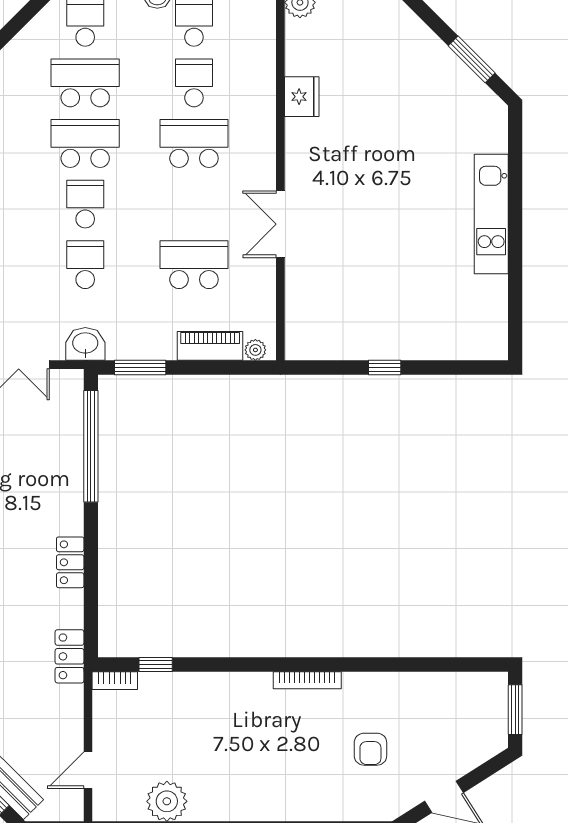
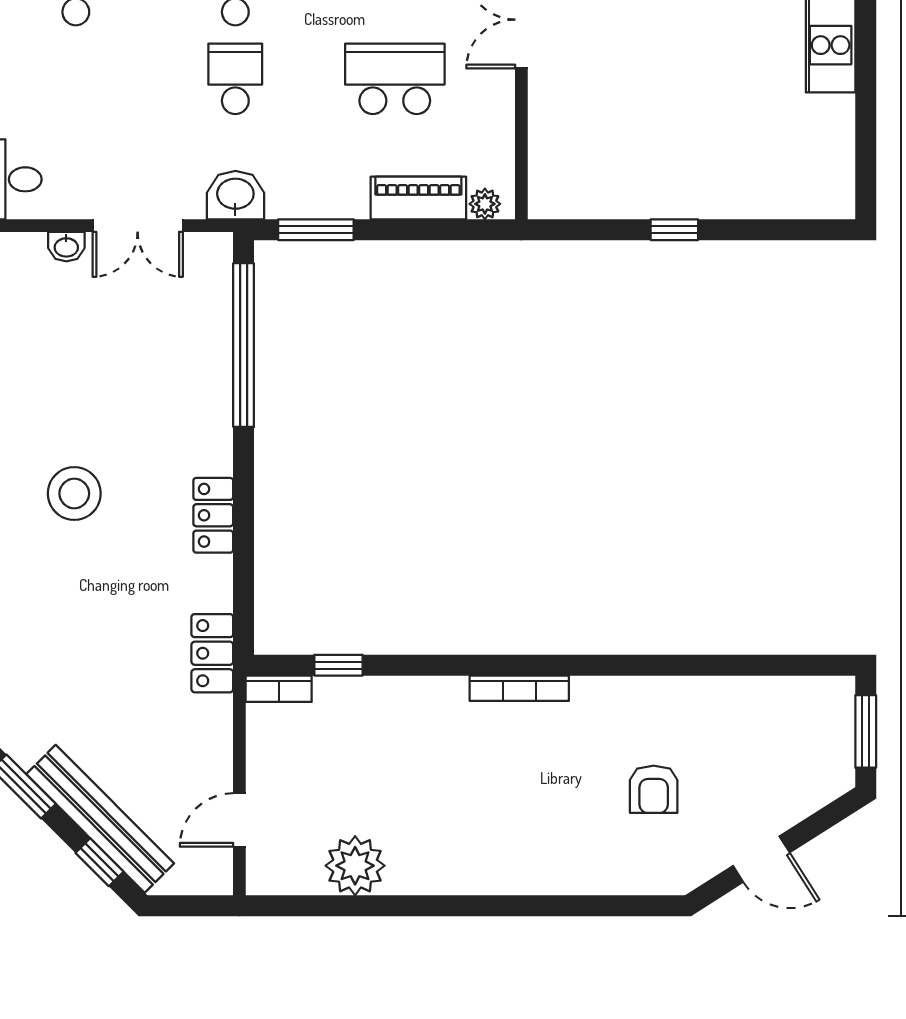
bookcase: (307, 680) -> (519, 688), moved

